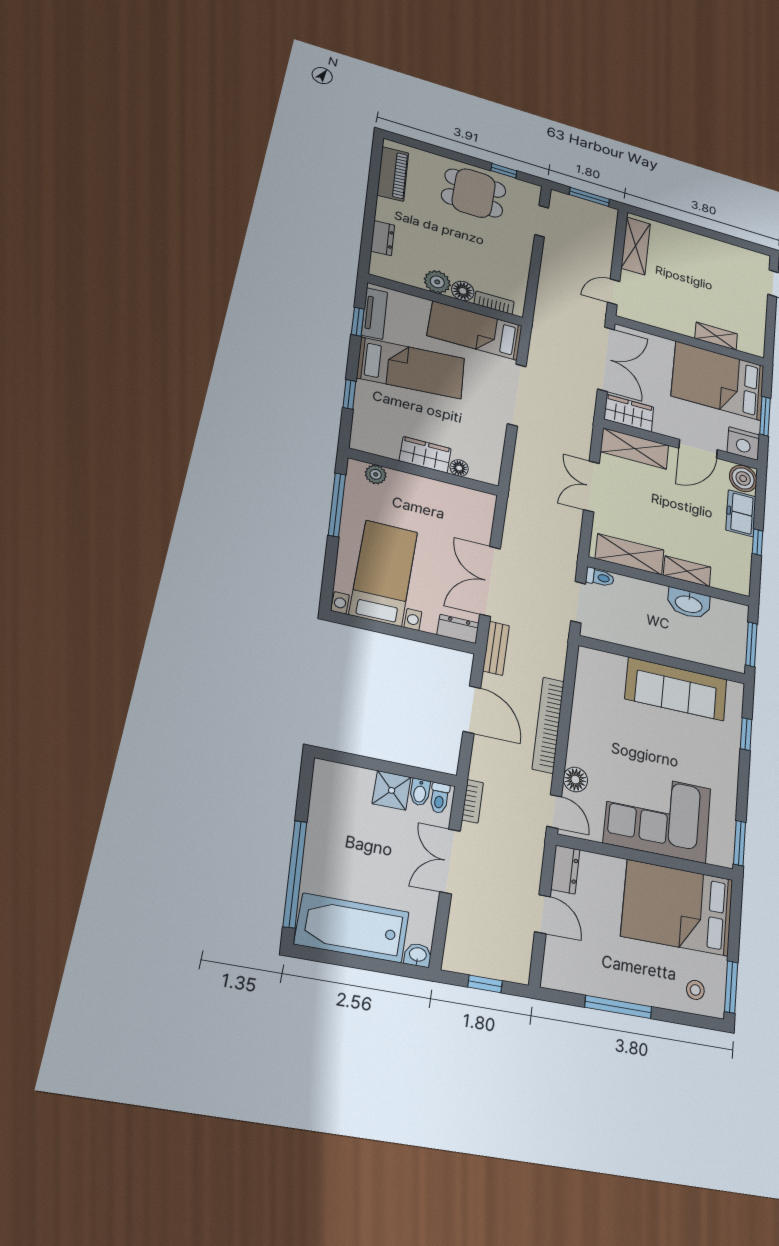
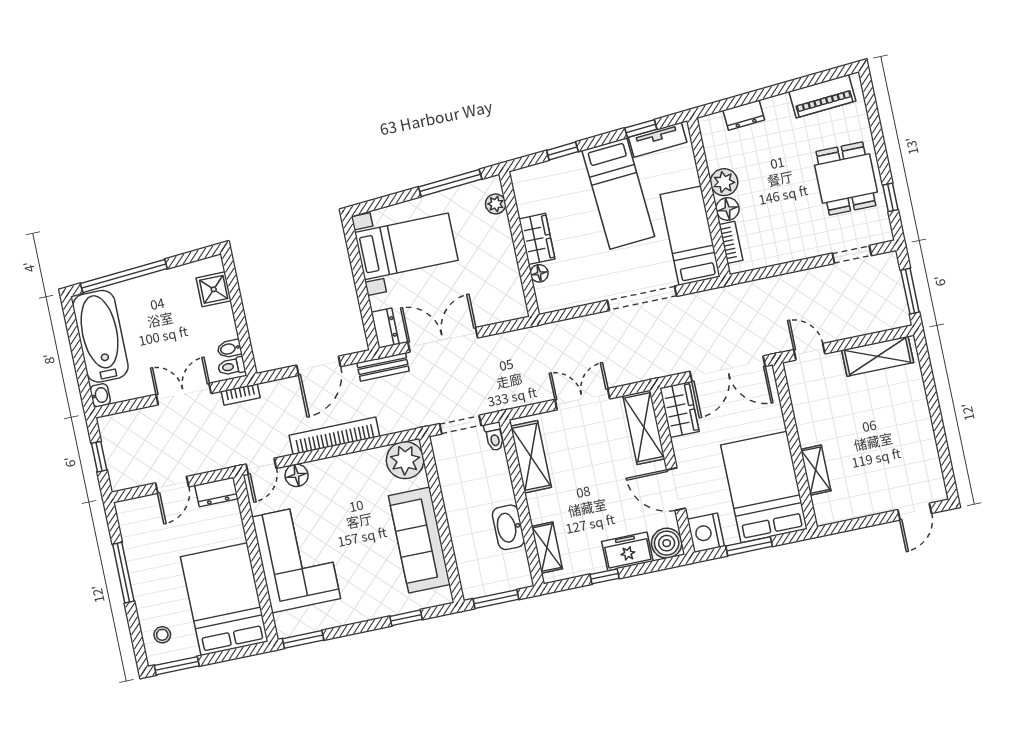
shelving: (687, 571) -> (547, 548), moved
plant: (595, 668) -> (405, 460), added
shower: (392, 790) -> (214, 289), moved

